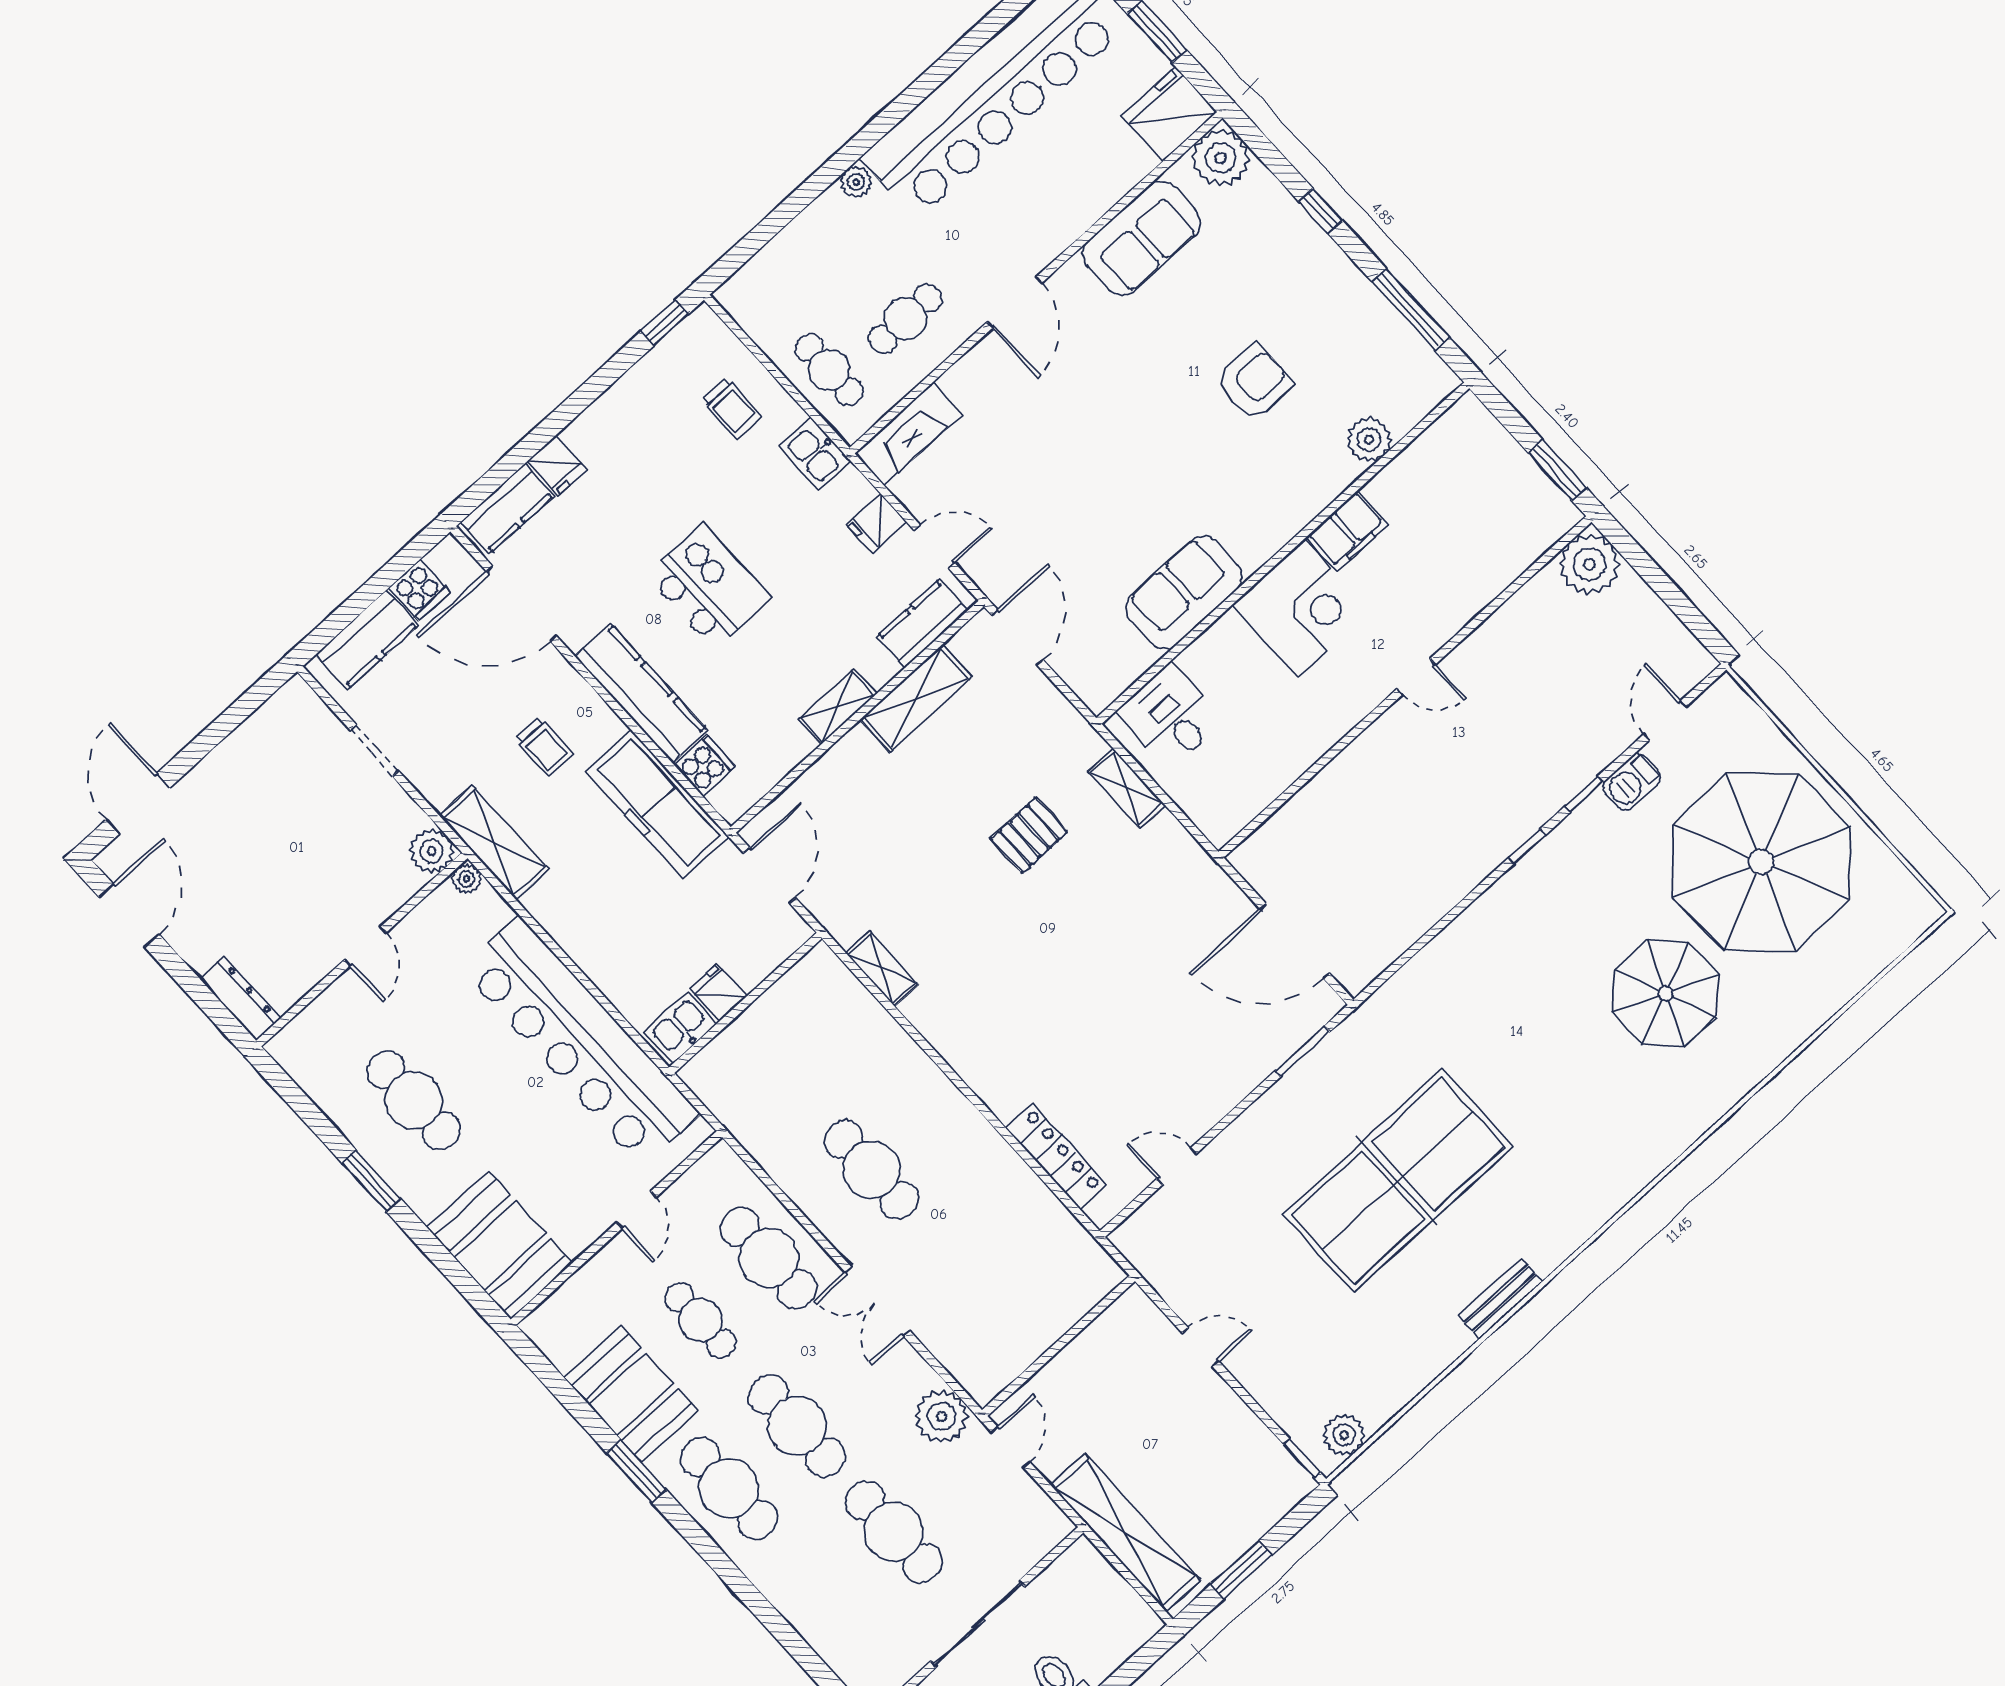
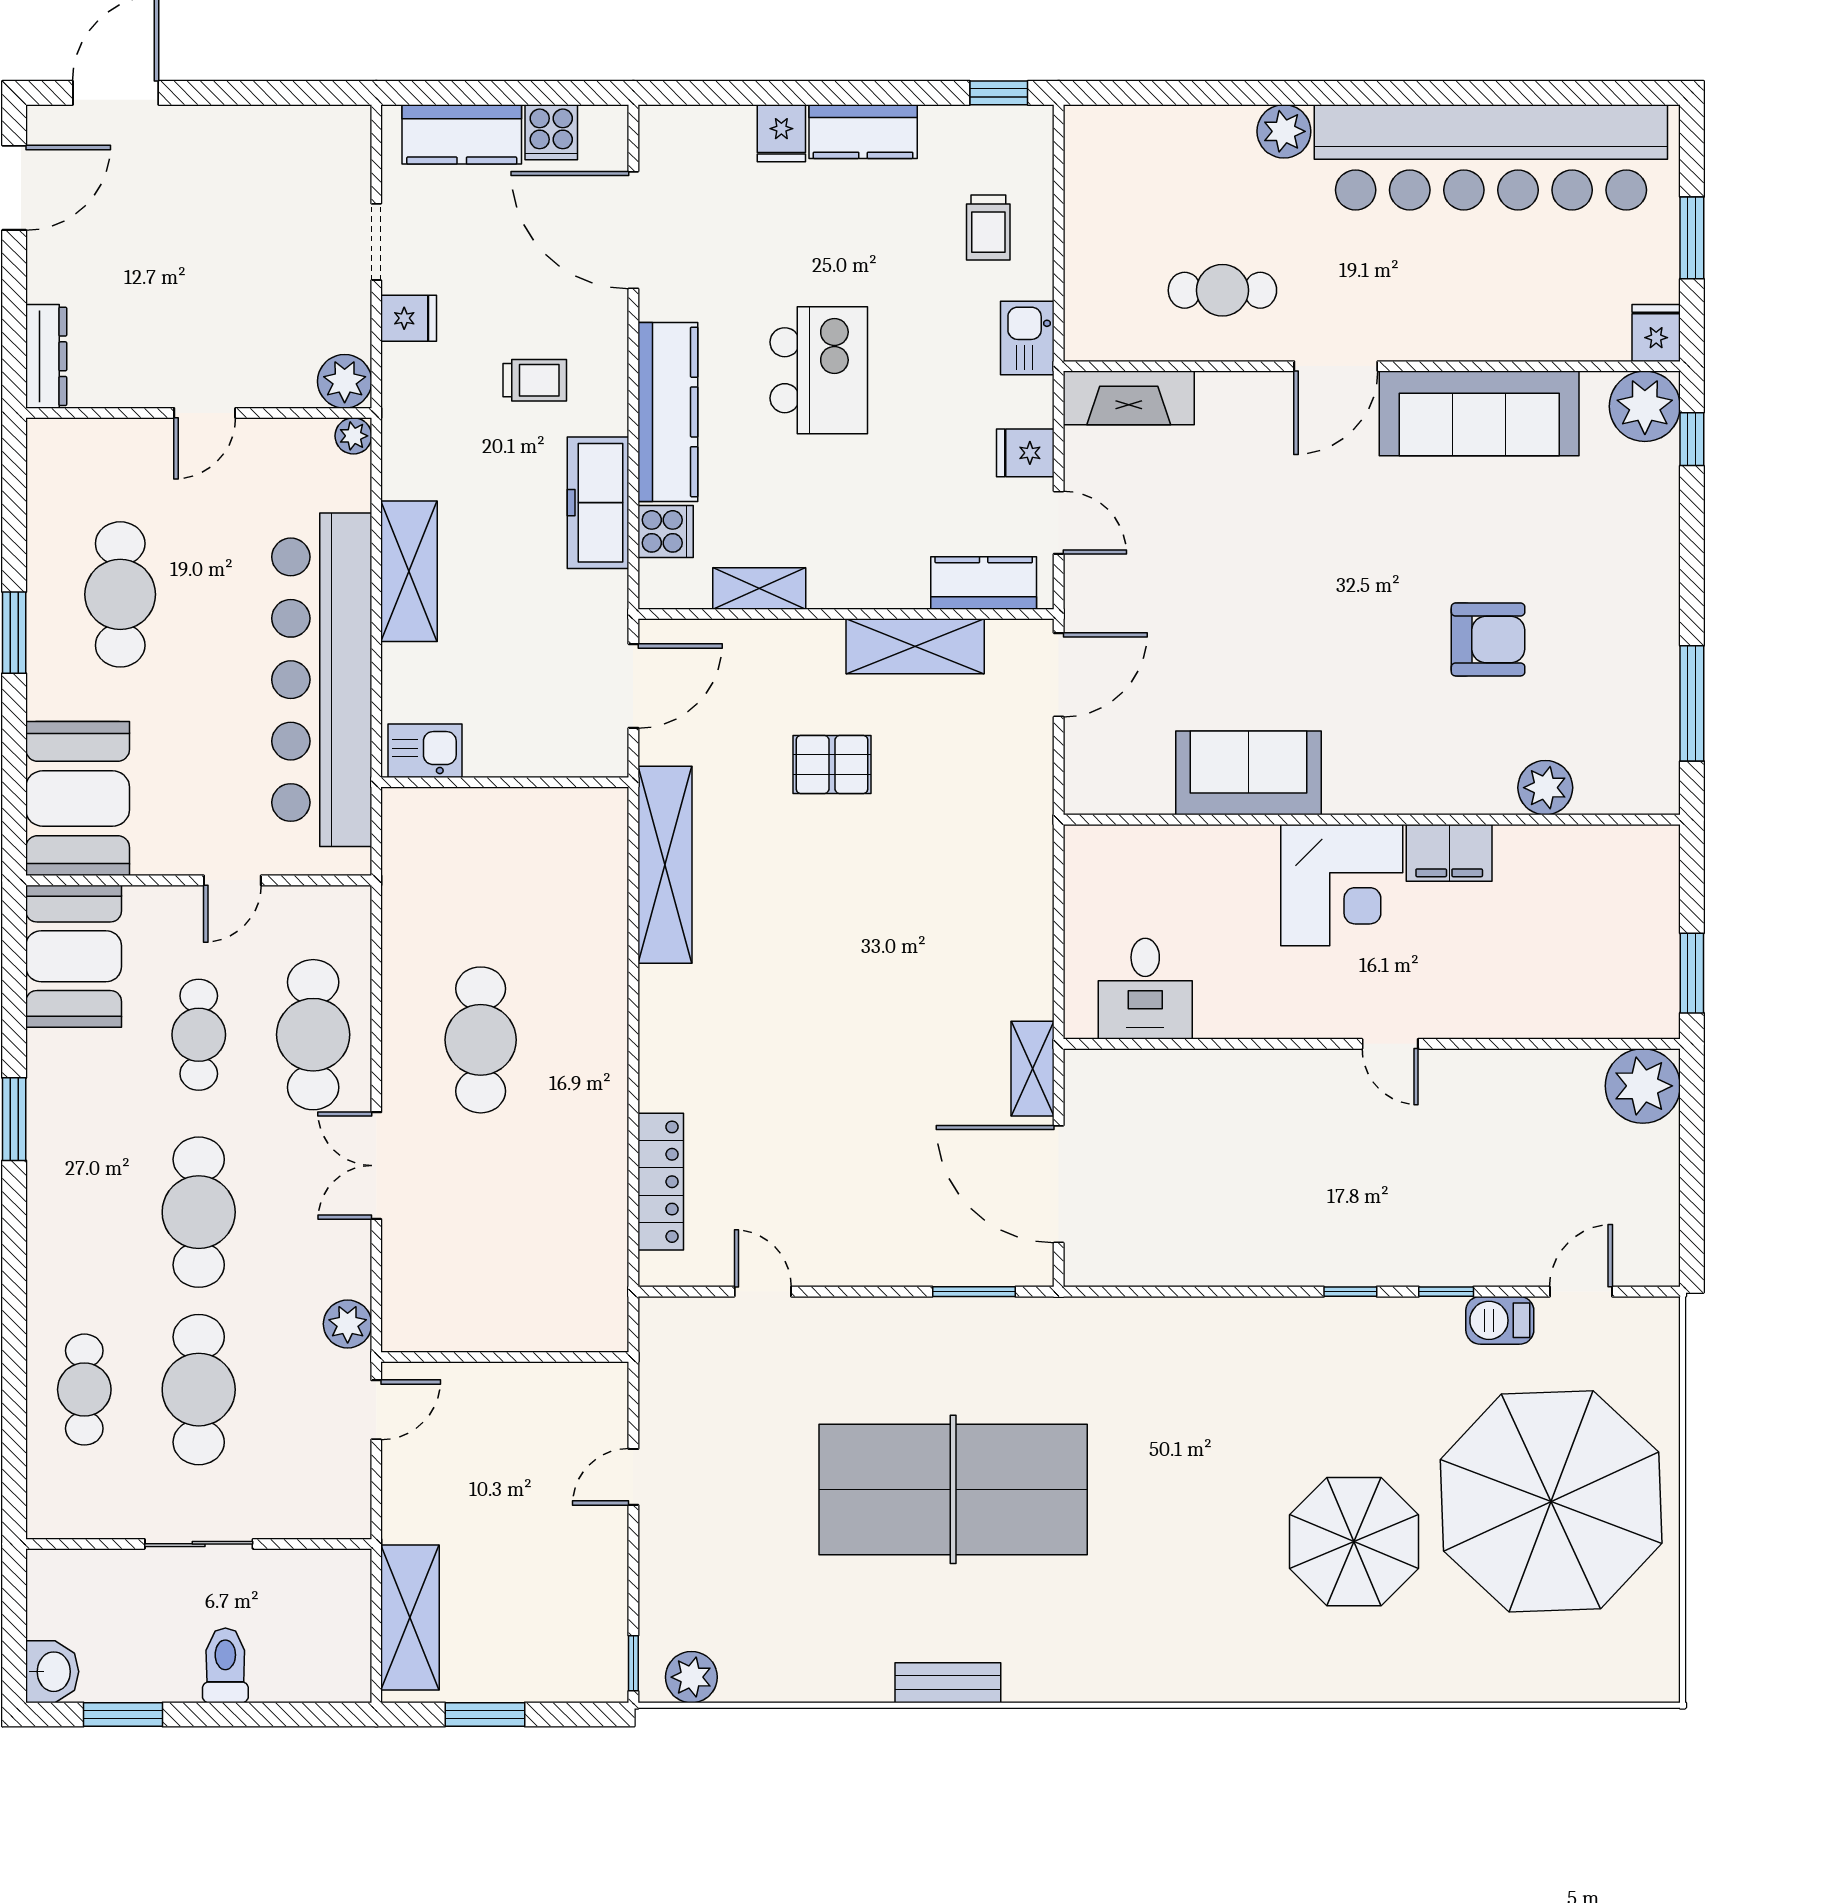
fridge: (1170, 114) -> (1656, 333), width x0.53, depth x0.75
plant: (856, 182) -> (1284, 131), width x1.38, depth x1.38
window: (1320, 211) -> (1692, 439), moved
sofa: (1141, 238) -> (1479, 413), width x1.36
cafe table: (829, 370) -> (1110, 273), removed
kitchen counter: (507, 509) -> (863, 132), moved
shelving: (838, 707) -> (759, 588), moved
desk: (1170, 716) -> (1145, 989), moved, turned 180
trolley: (544, 747) -> (535, 380), turned -90
shelving: (1126, 788) -> (1033, 1069), moved
freezer: (657, 804) -> (598, 503), width x0.73, depth x0.79
pallet: (1029, 835) -> (832, 764), moved
shelving: (494, 842) -> (409, 571), moved
shelving: (882, 969) -> (665, 865), width x2.20, depth x1.33
fridge: (718, 992) -> (409, 318), moved, turned 90
door: (1200, 1347) -> (633, 1477), swing flipped
booth: (631, 1394) -> (74, 956), moved
plant: (941, 1416) -> (348, 1324), width x0.73, depth x0.73
cafe table: (729, 1488) -> (84, 1390), moved, width x0.73, depth x0.74
shelving: (1125, 1532) -> (410, 1617), width x0.68
sliding door: (978, 1624) -> (199, 1544), width x0.73

